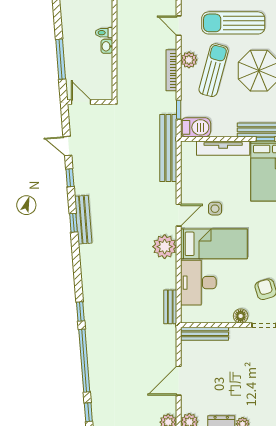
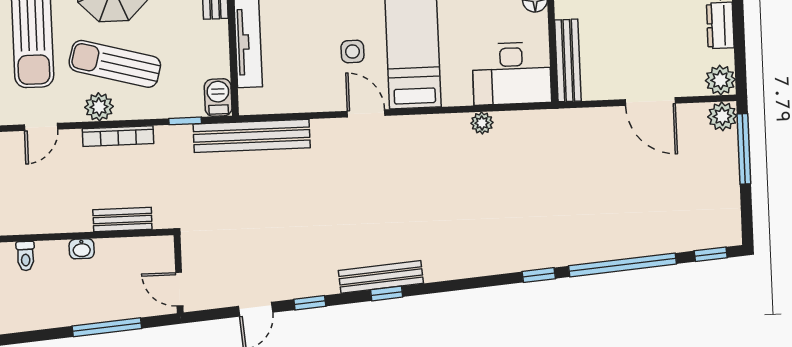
toilet: (104, 33) -> (25, 256), moved
door: (81, 102) -> (179, 289), hinge flipped
barbecue: (196, 127) -> (218, 98), width x0.73, depth x0.79
plant: (165, 247) -> (482, 123), moved, width x0.53, depth x0.53
desk: (198, 283) -> (512, 74), moved
bench: (170, 307) -> (122, 219), moved

